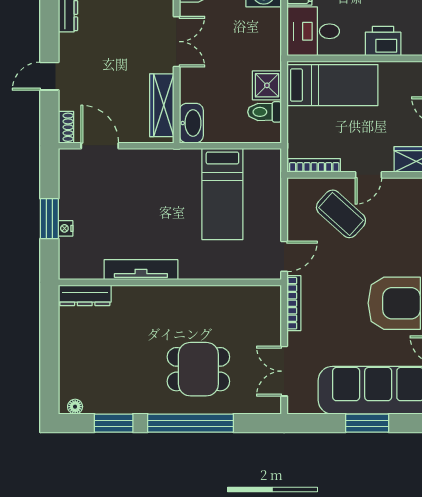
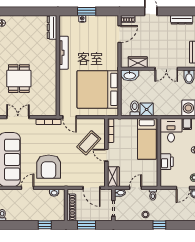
wardrobe: (162, 105) -> (138, 62), width x0.67
bed: (222, 194) -> (98, 89), width x2.04

